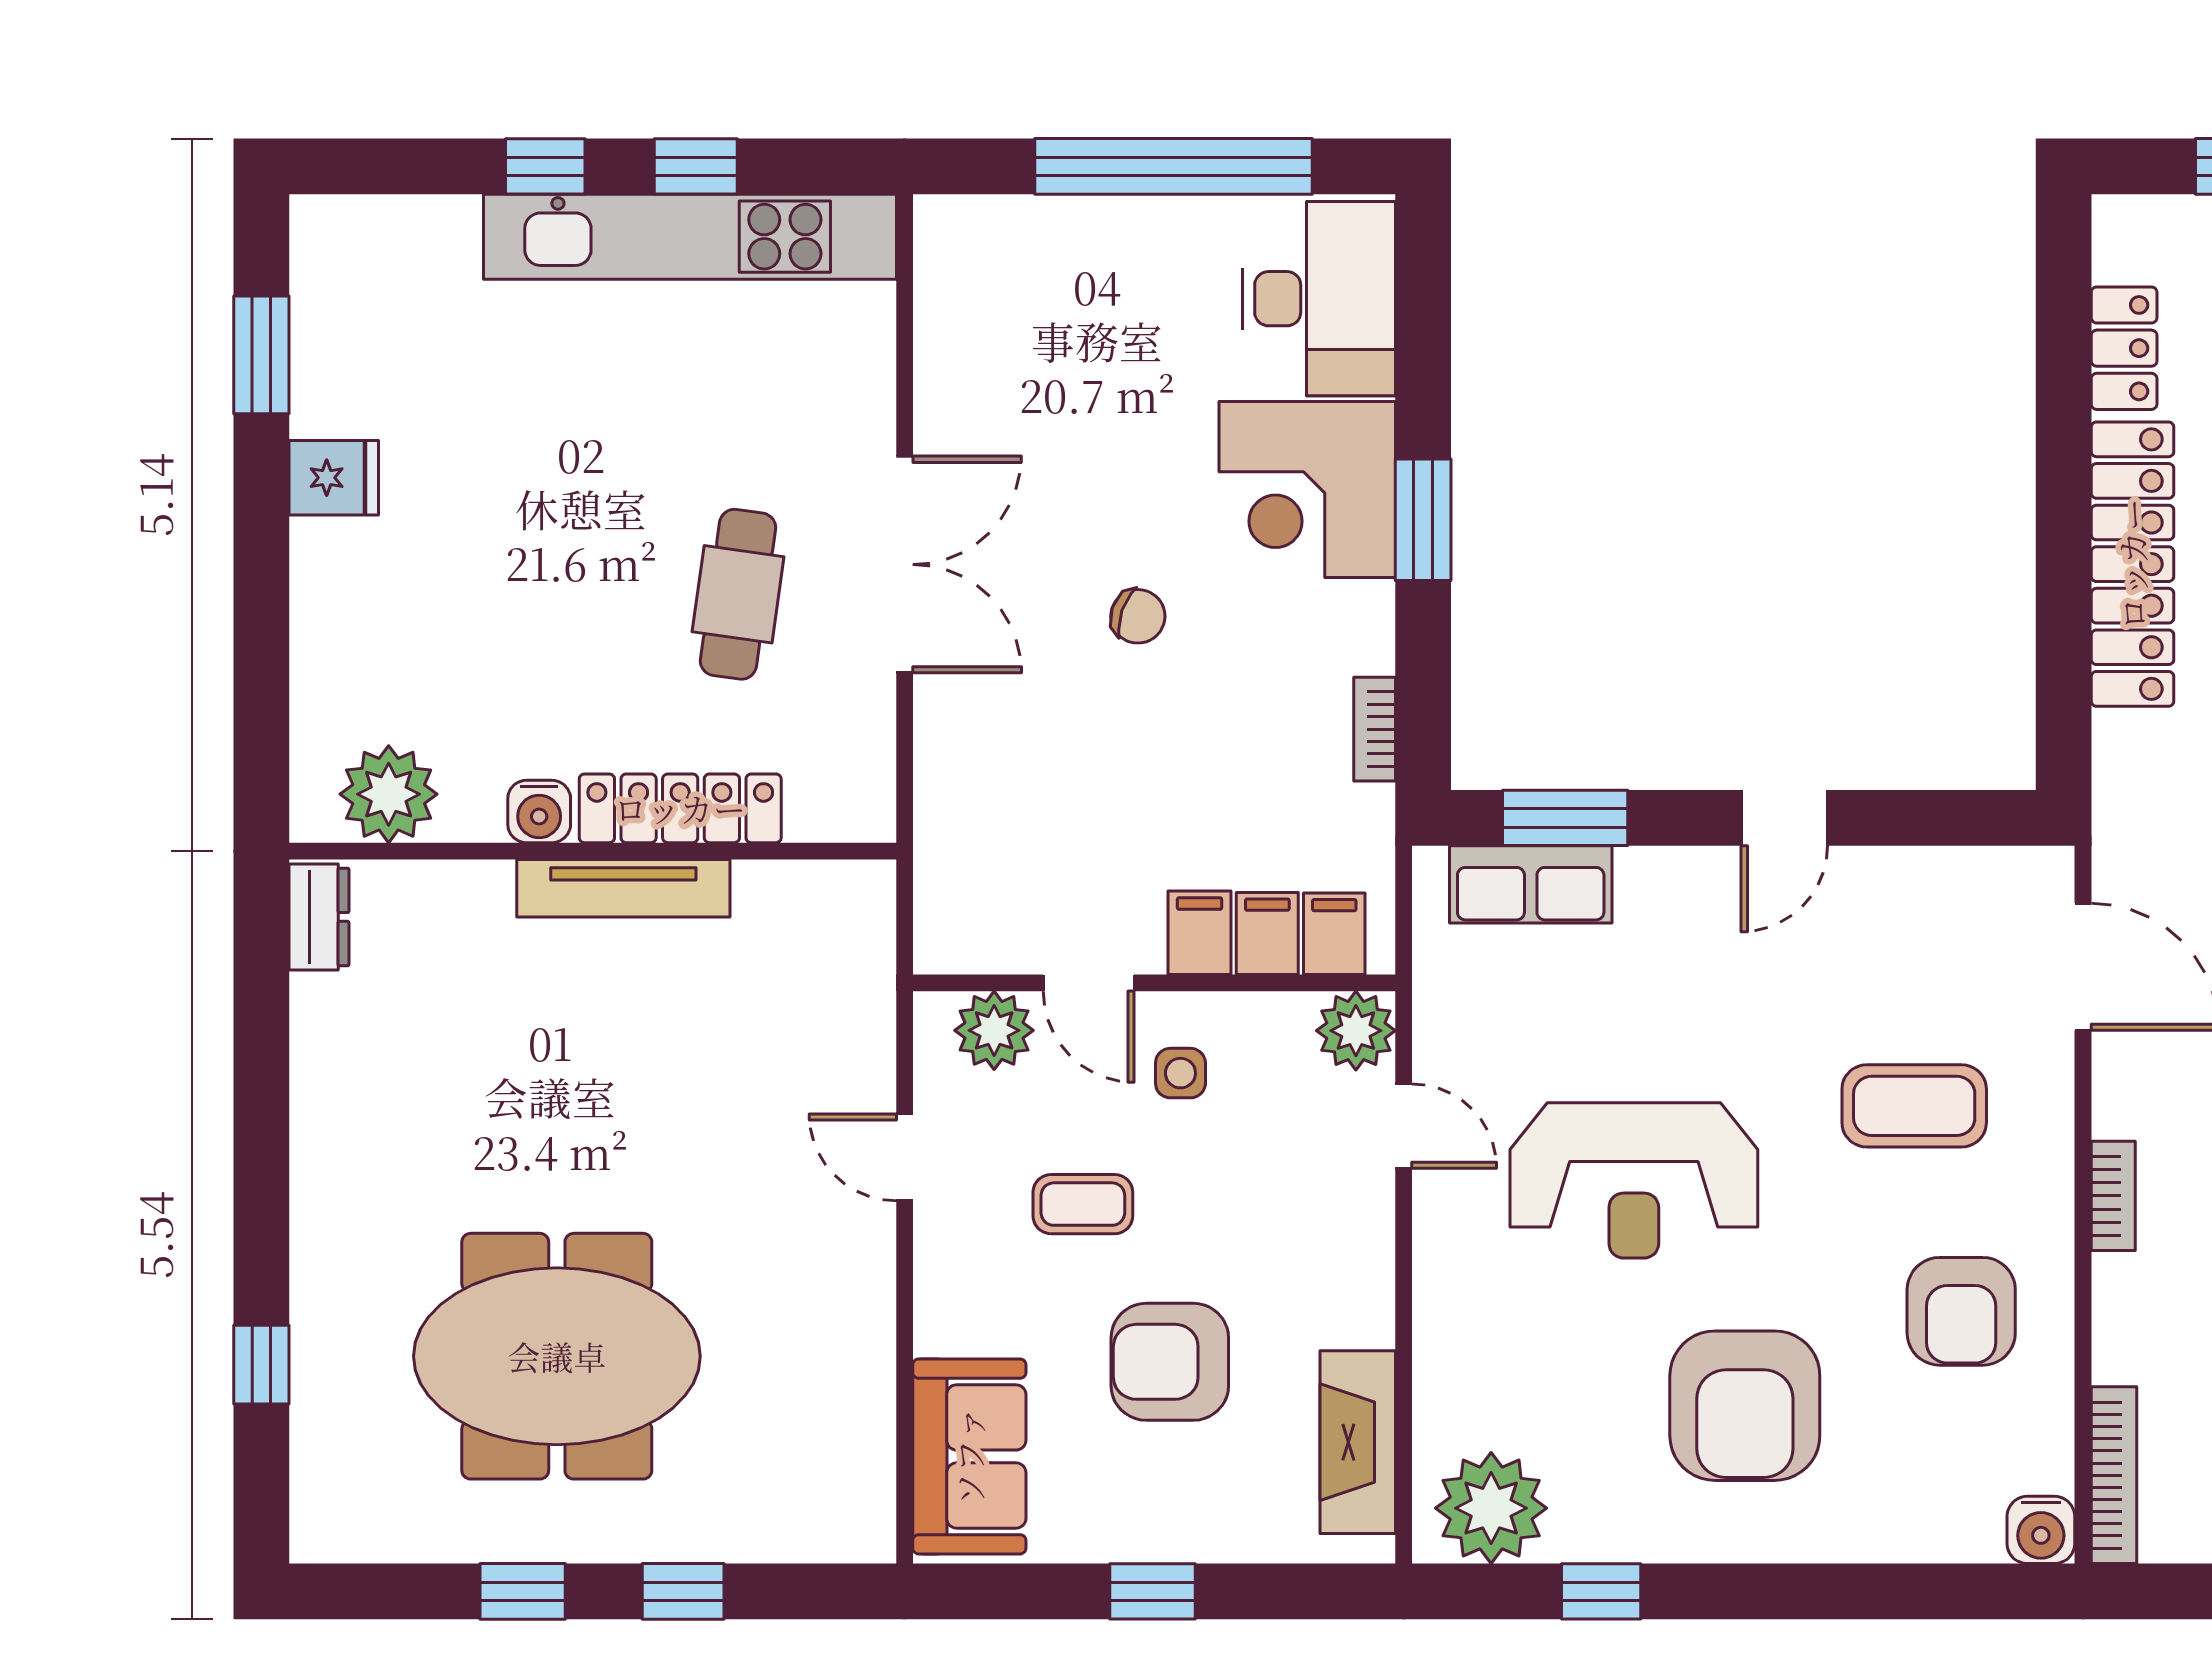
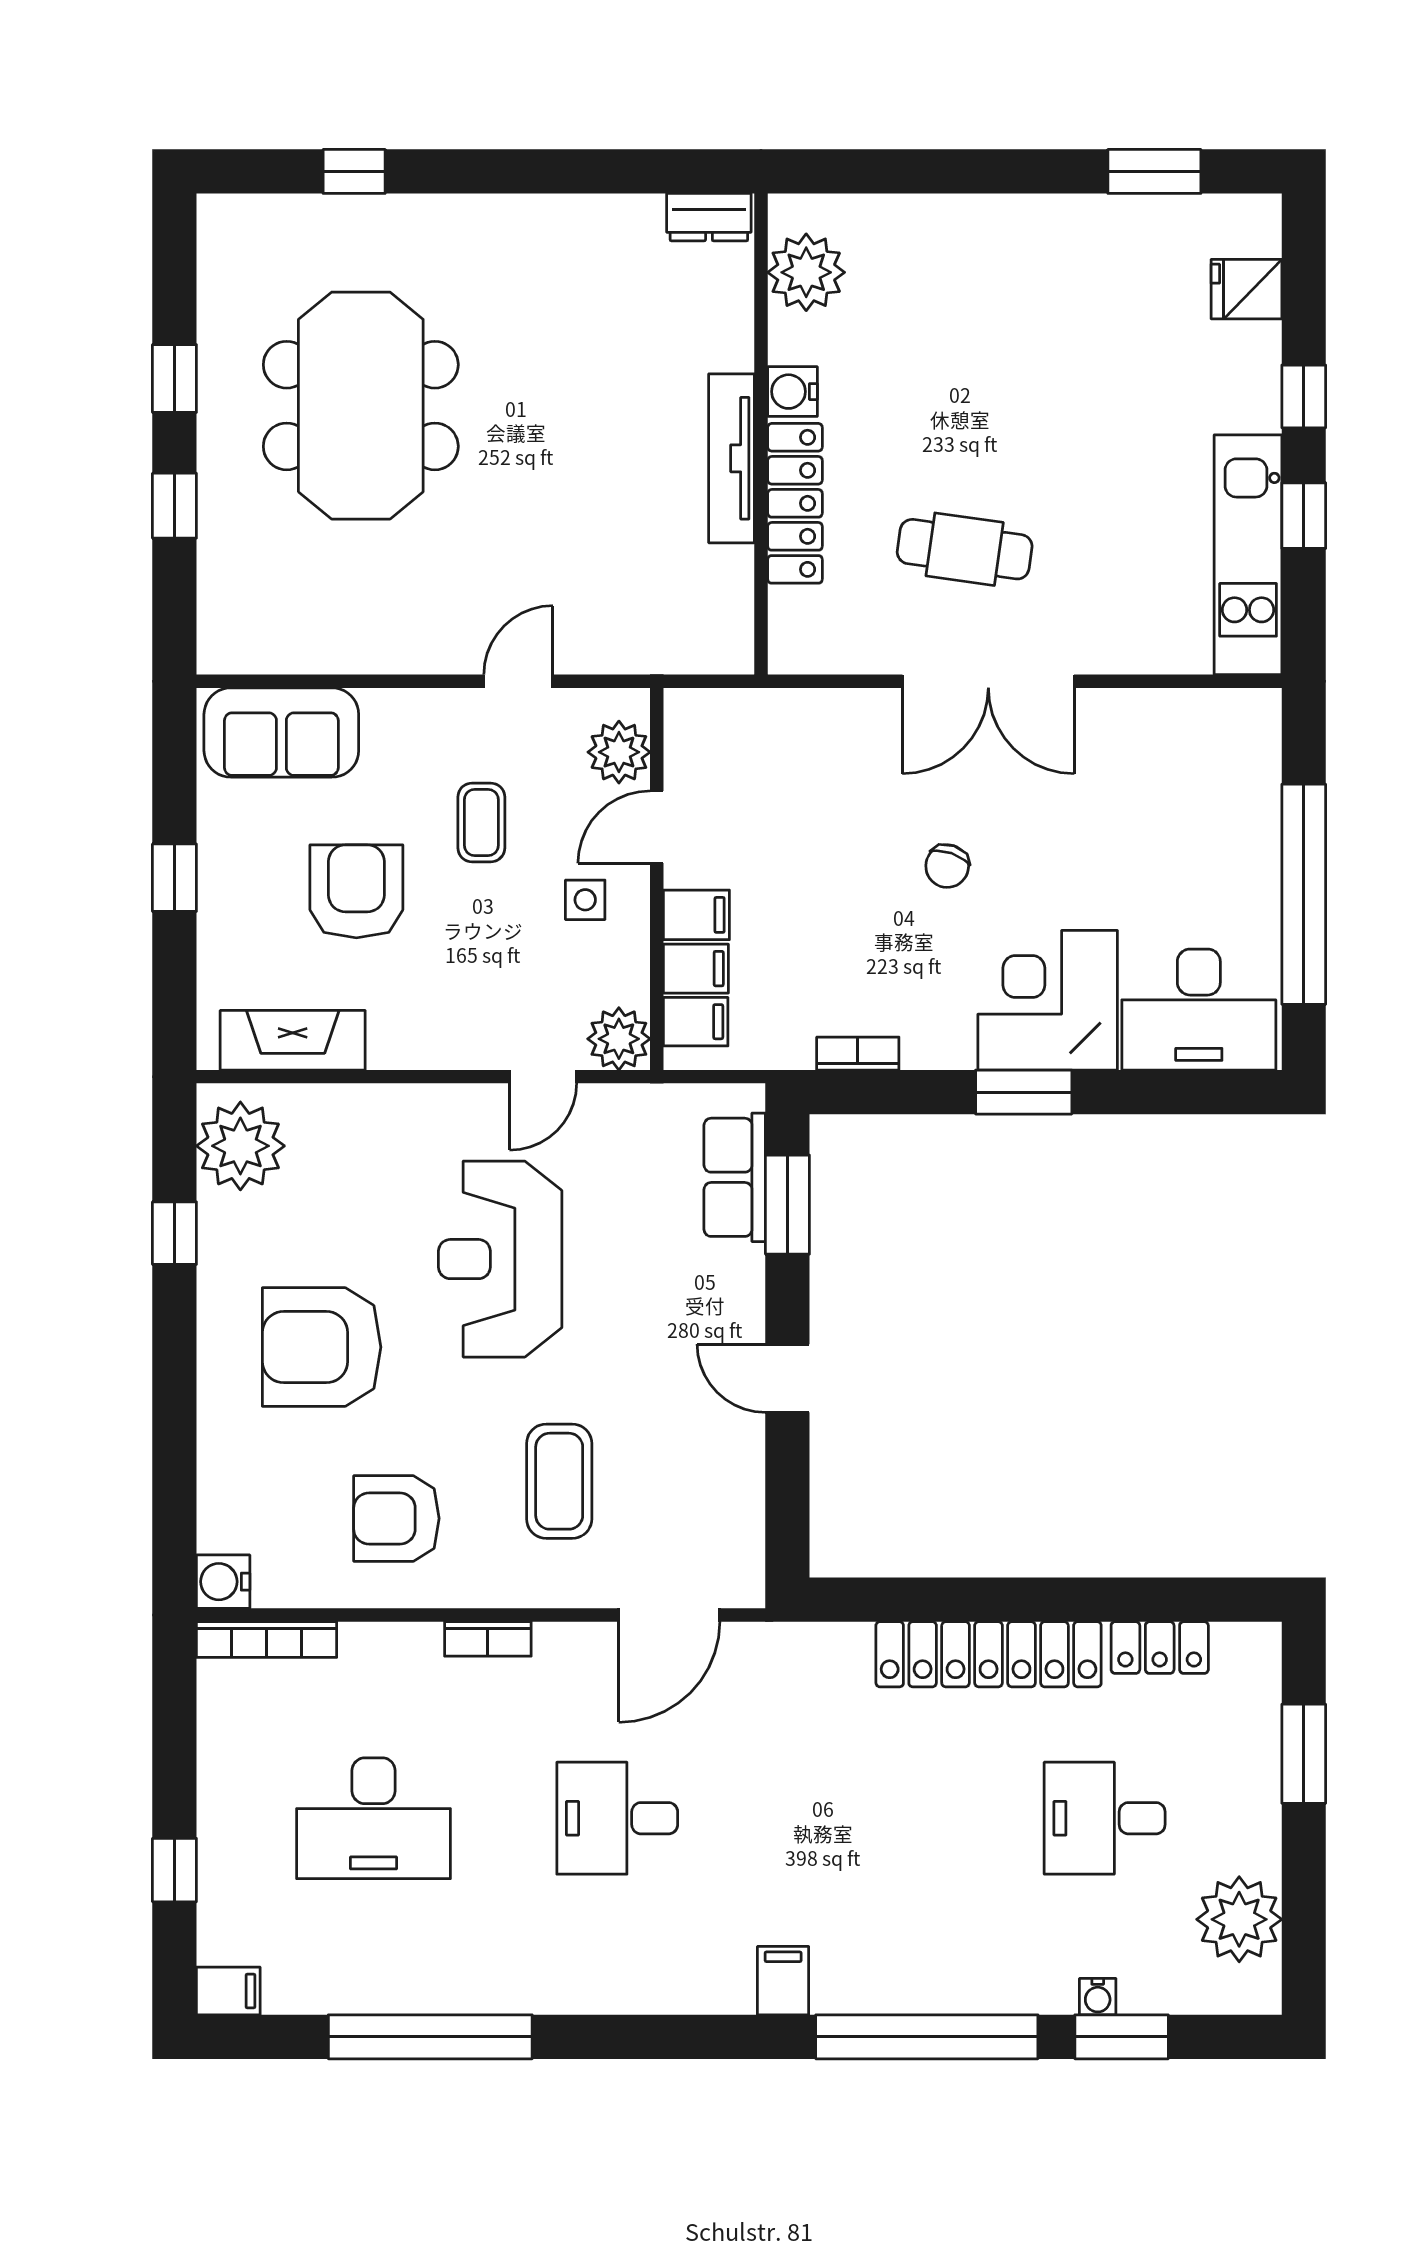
kitchen unit: (690, 237) -> (1248, 555), width x0.73
fridge: (334, 478) -> (1246, 289), moved, turned 90

